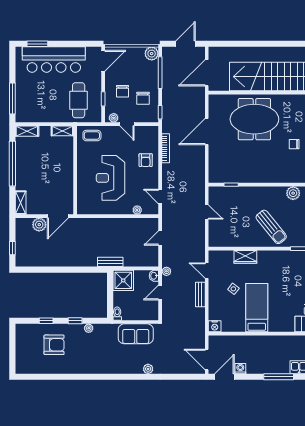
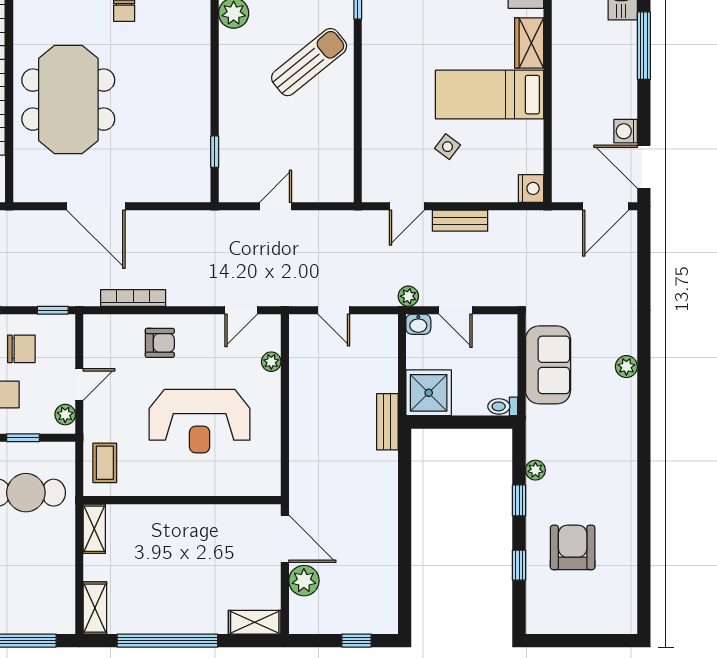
wardrobe: (245, 257) -> (529, 43), moved, turned 180
plant: (148, 369) -> (626, 367), moved

